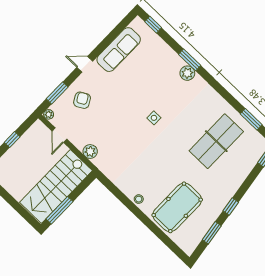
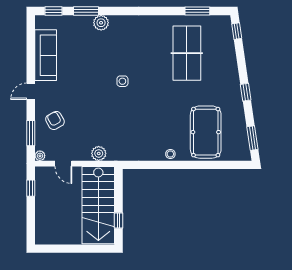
window: (190, 60) -> (86, 11), moved
plant: (187, 73) -> (101, 23), moved
window: (12, 140) -> (31, 188), moved
window: (60, 210) -> (118, 221), width x0.46
window: (212, 233) -> (252, 138), moved

